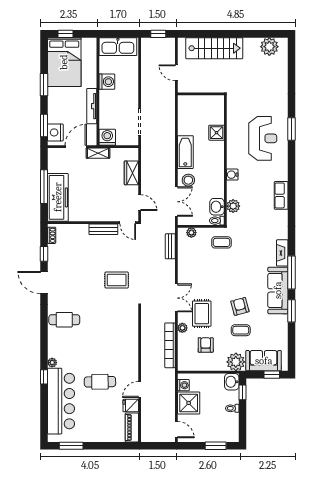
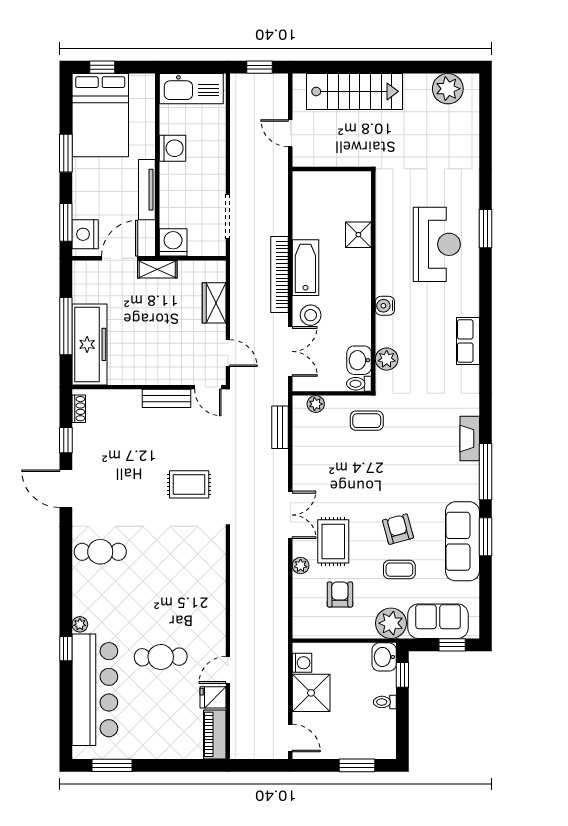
sofa: (278, 290) -> (462, 541), moved
bookcase: (170, 345) -> (279, 274), moved

